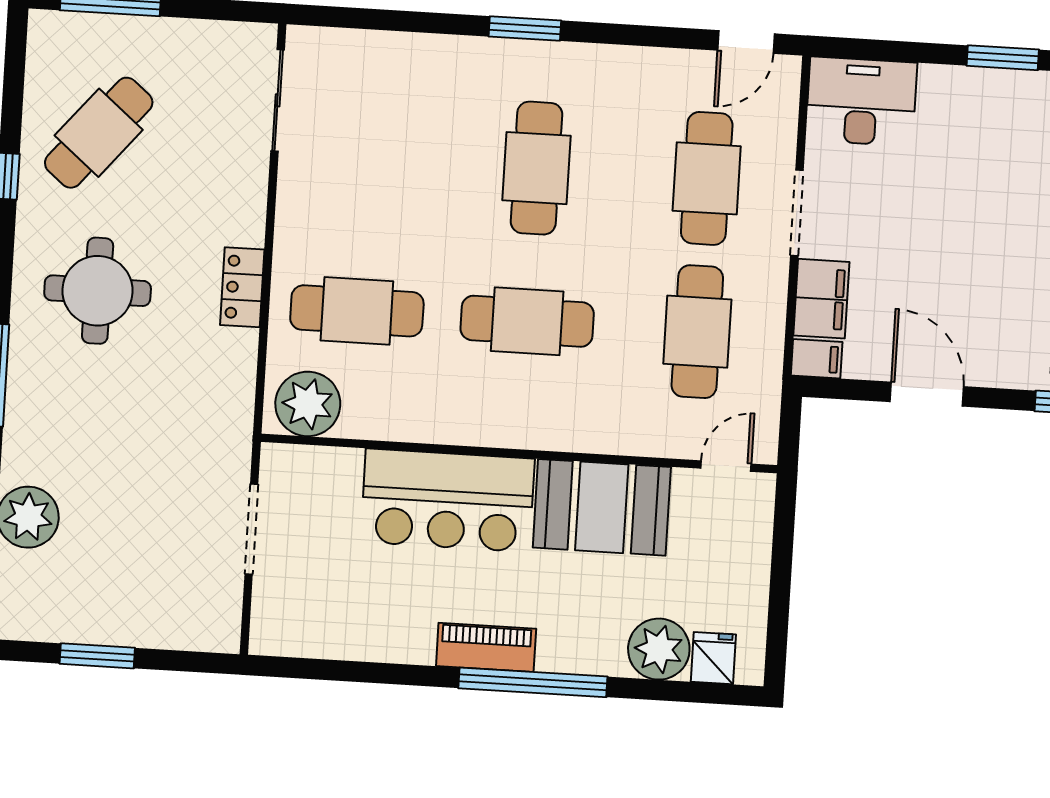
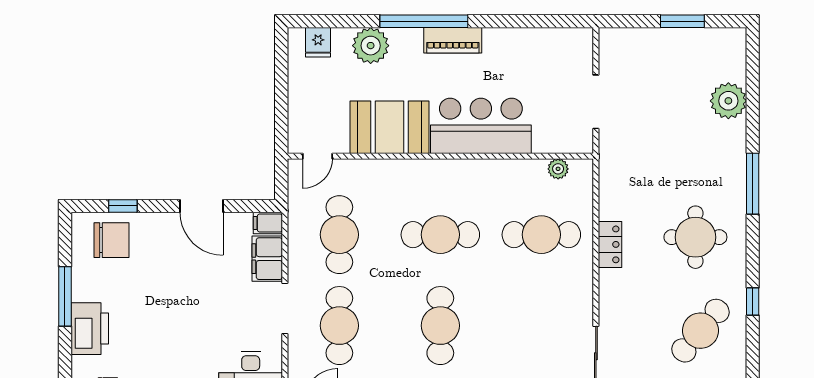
plant: (308, 404) -> (558, 169), width x0.53, depth x0.53
plant: (659, 649) -> (371, 46), moved

